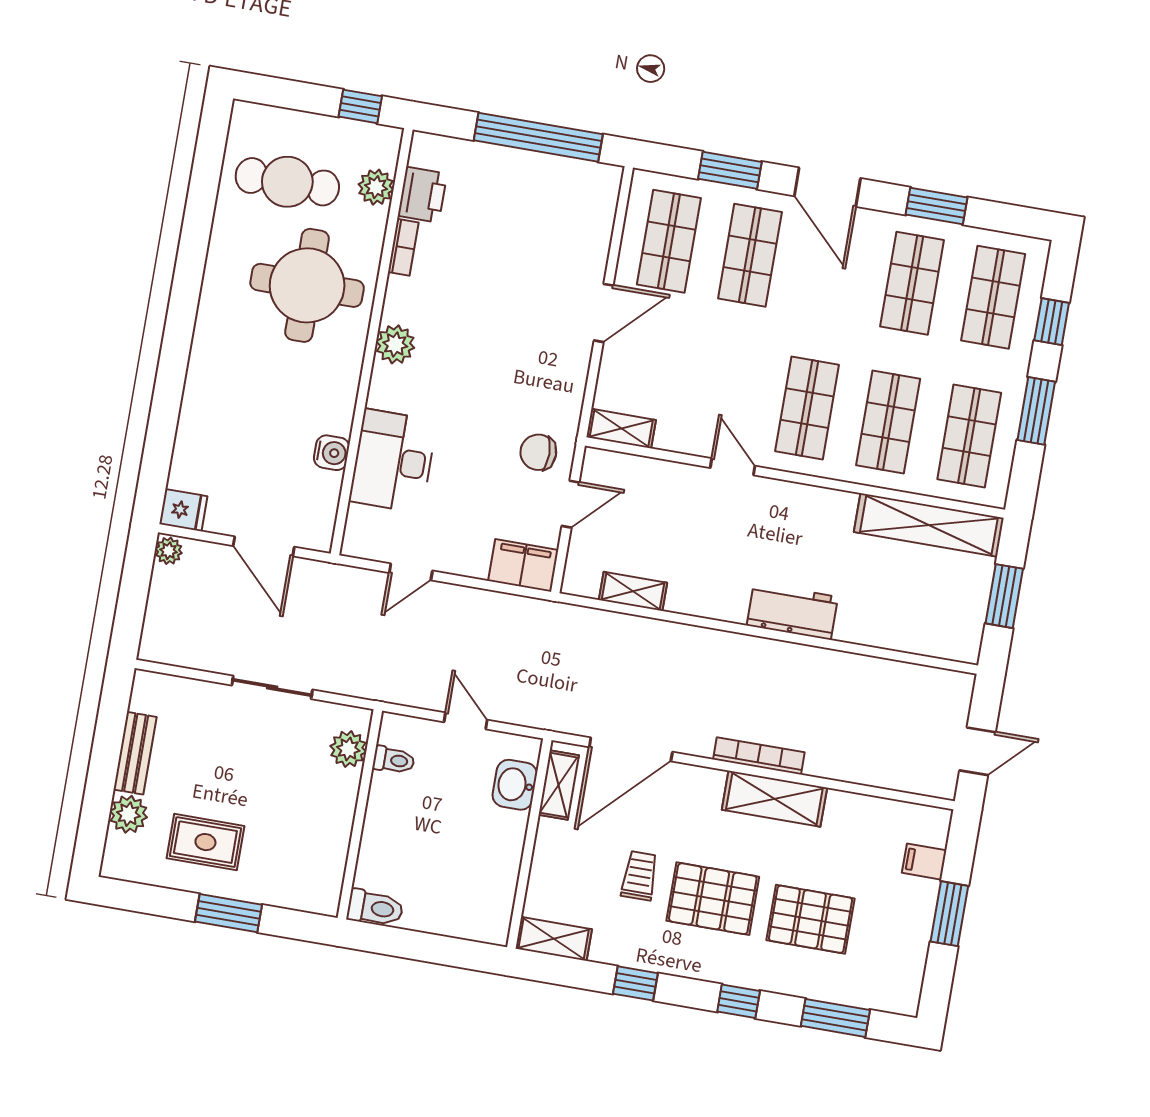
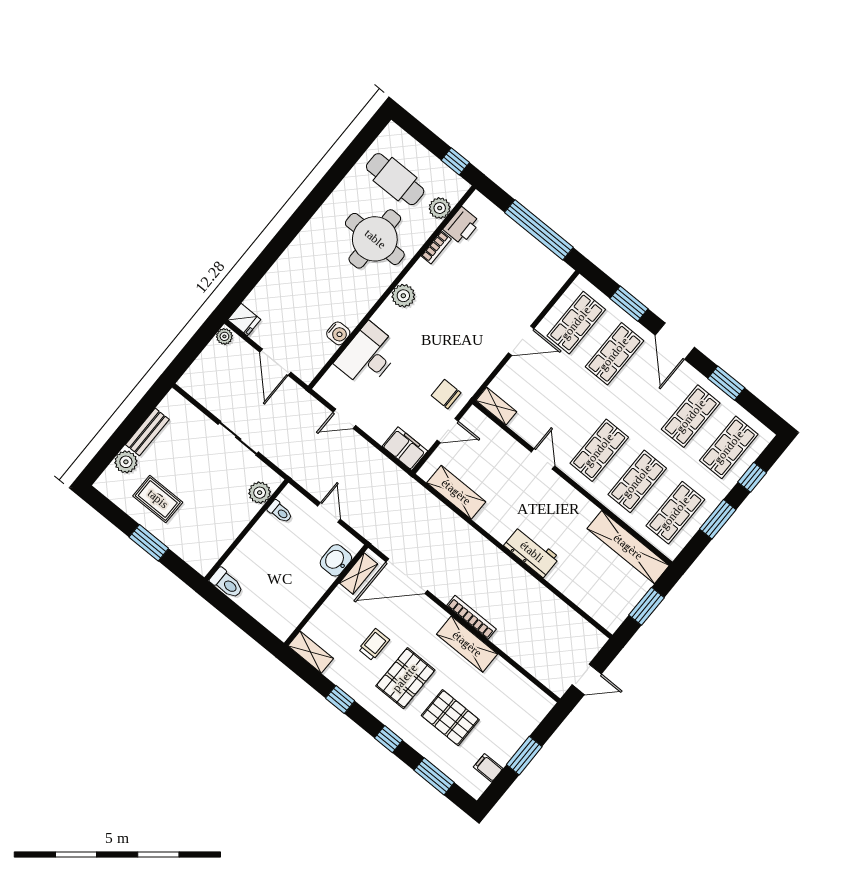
shelving: (633, 591) -> (456, 492), width x1.50, depth x1.33
filing cabinet: (924, 862) -> (488, 768), moved
pallet: (713, 899) -> (405, 678), turned 90

